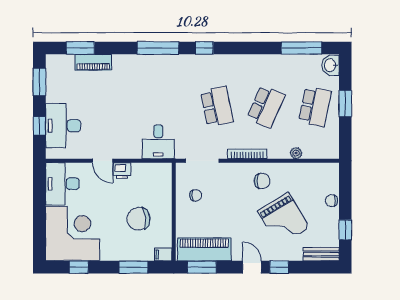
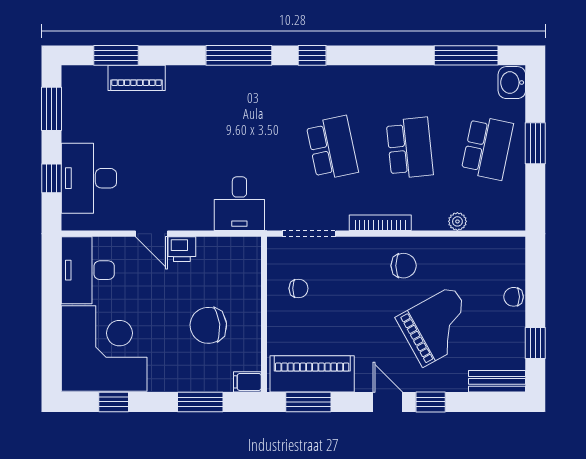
school desk: (266, 107) -> (410, 148), turned -30
grand piano: (284, 219) -> (438, 327), turned -88

